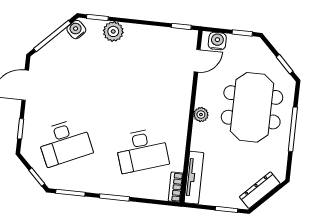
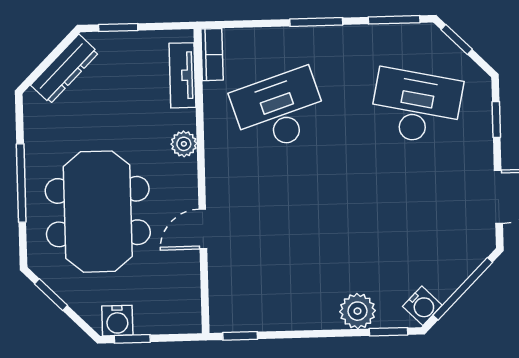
water cooler: (217, 41) -> (117, 321), moved
door: (197, 61) -> (203, 229), moved
plant: (201, 115) -> (184, 144), moved
desk: (65, 142) -> (416, 107), turned 36
tv unit: (194, 178) -> (182, 75), width x0.71

